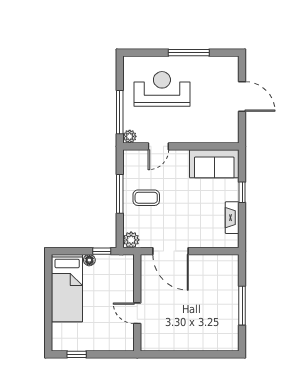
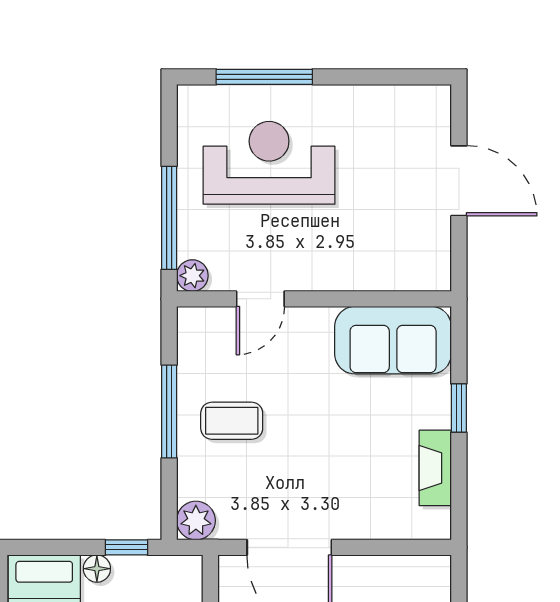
window: (189, 53) -> (264, 77), moved

